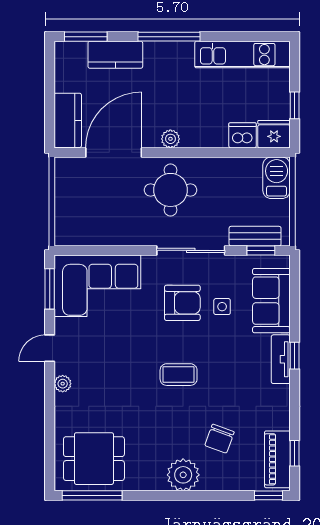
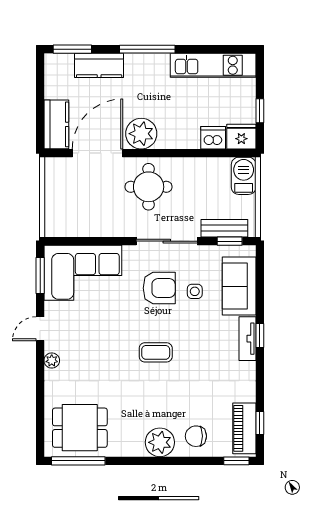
plant: (170, 139) -> (141, 134), width x1.88, depth x1.88
chair: (220, 439) -> (196, 436), moved, turned 70

